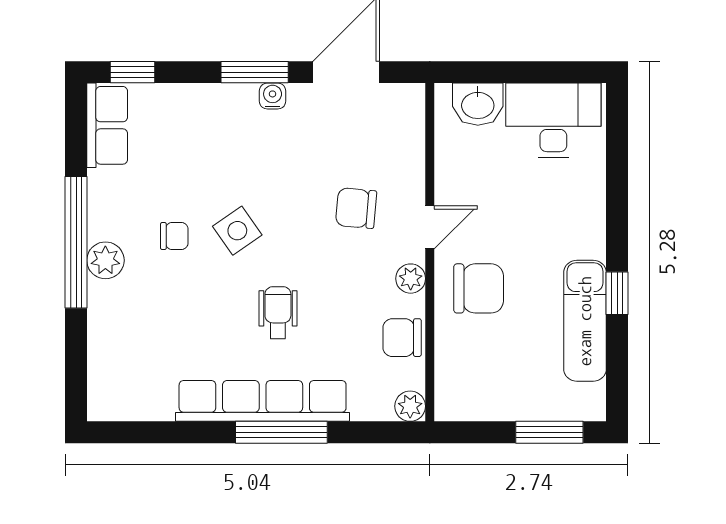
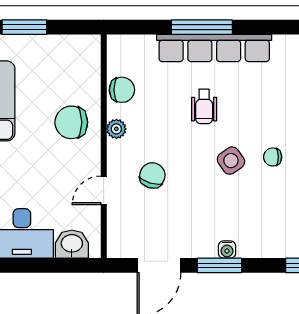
water cooler: (273, 96) -> (227, 250), moved
chair: (356, 208) -> (152, 175), turned -78
door: (430, 227) -> (104, 190), moved
plant: (410, 406) -> (117, 44), removed

